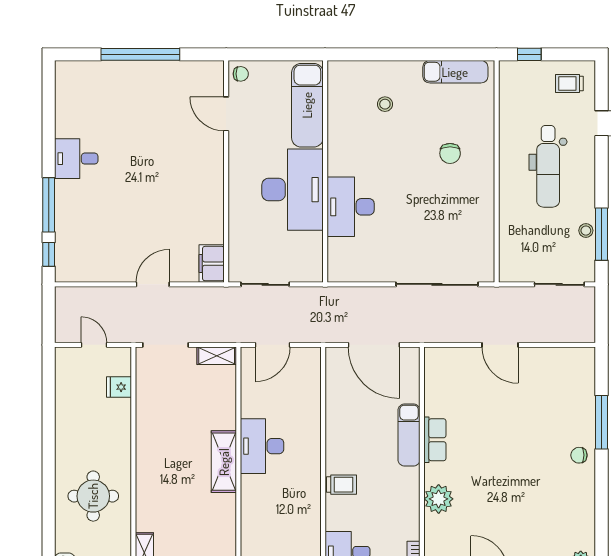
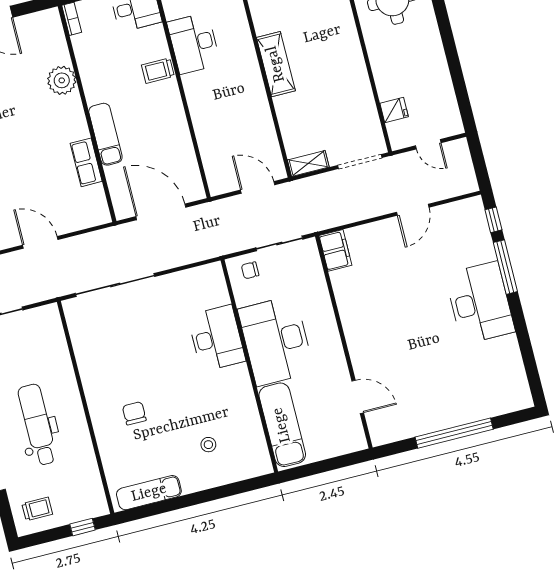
chair: (241, 74) -> (250, 270), moved
desk: (76, 159) -> (480, 303), width x1.87, depth x1.30
door: (153, 284) -> (413, 210), moved
door: (273, 345) -> (258, 187), hinge flipped
row of seats: (435, 440) -> (86, 162), moved
desk: (262, 446) -> (194, 43), moved, turned 180

